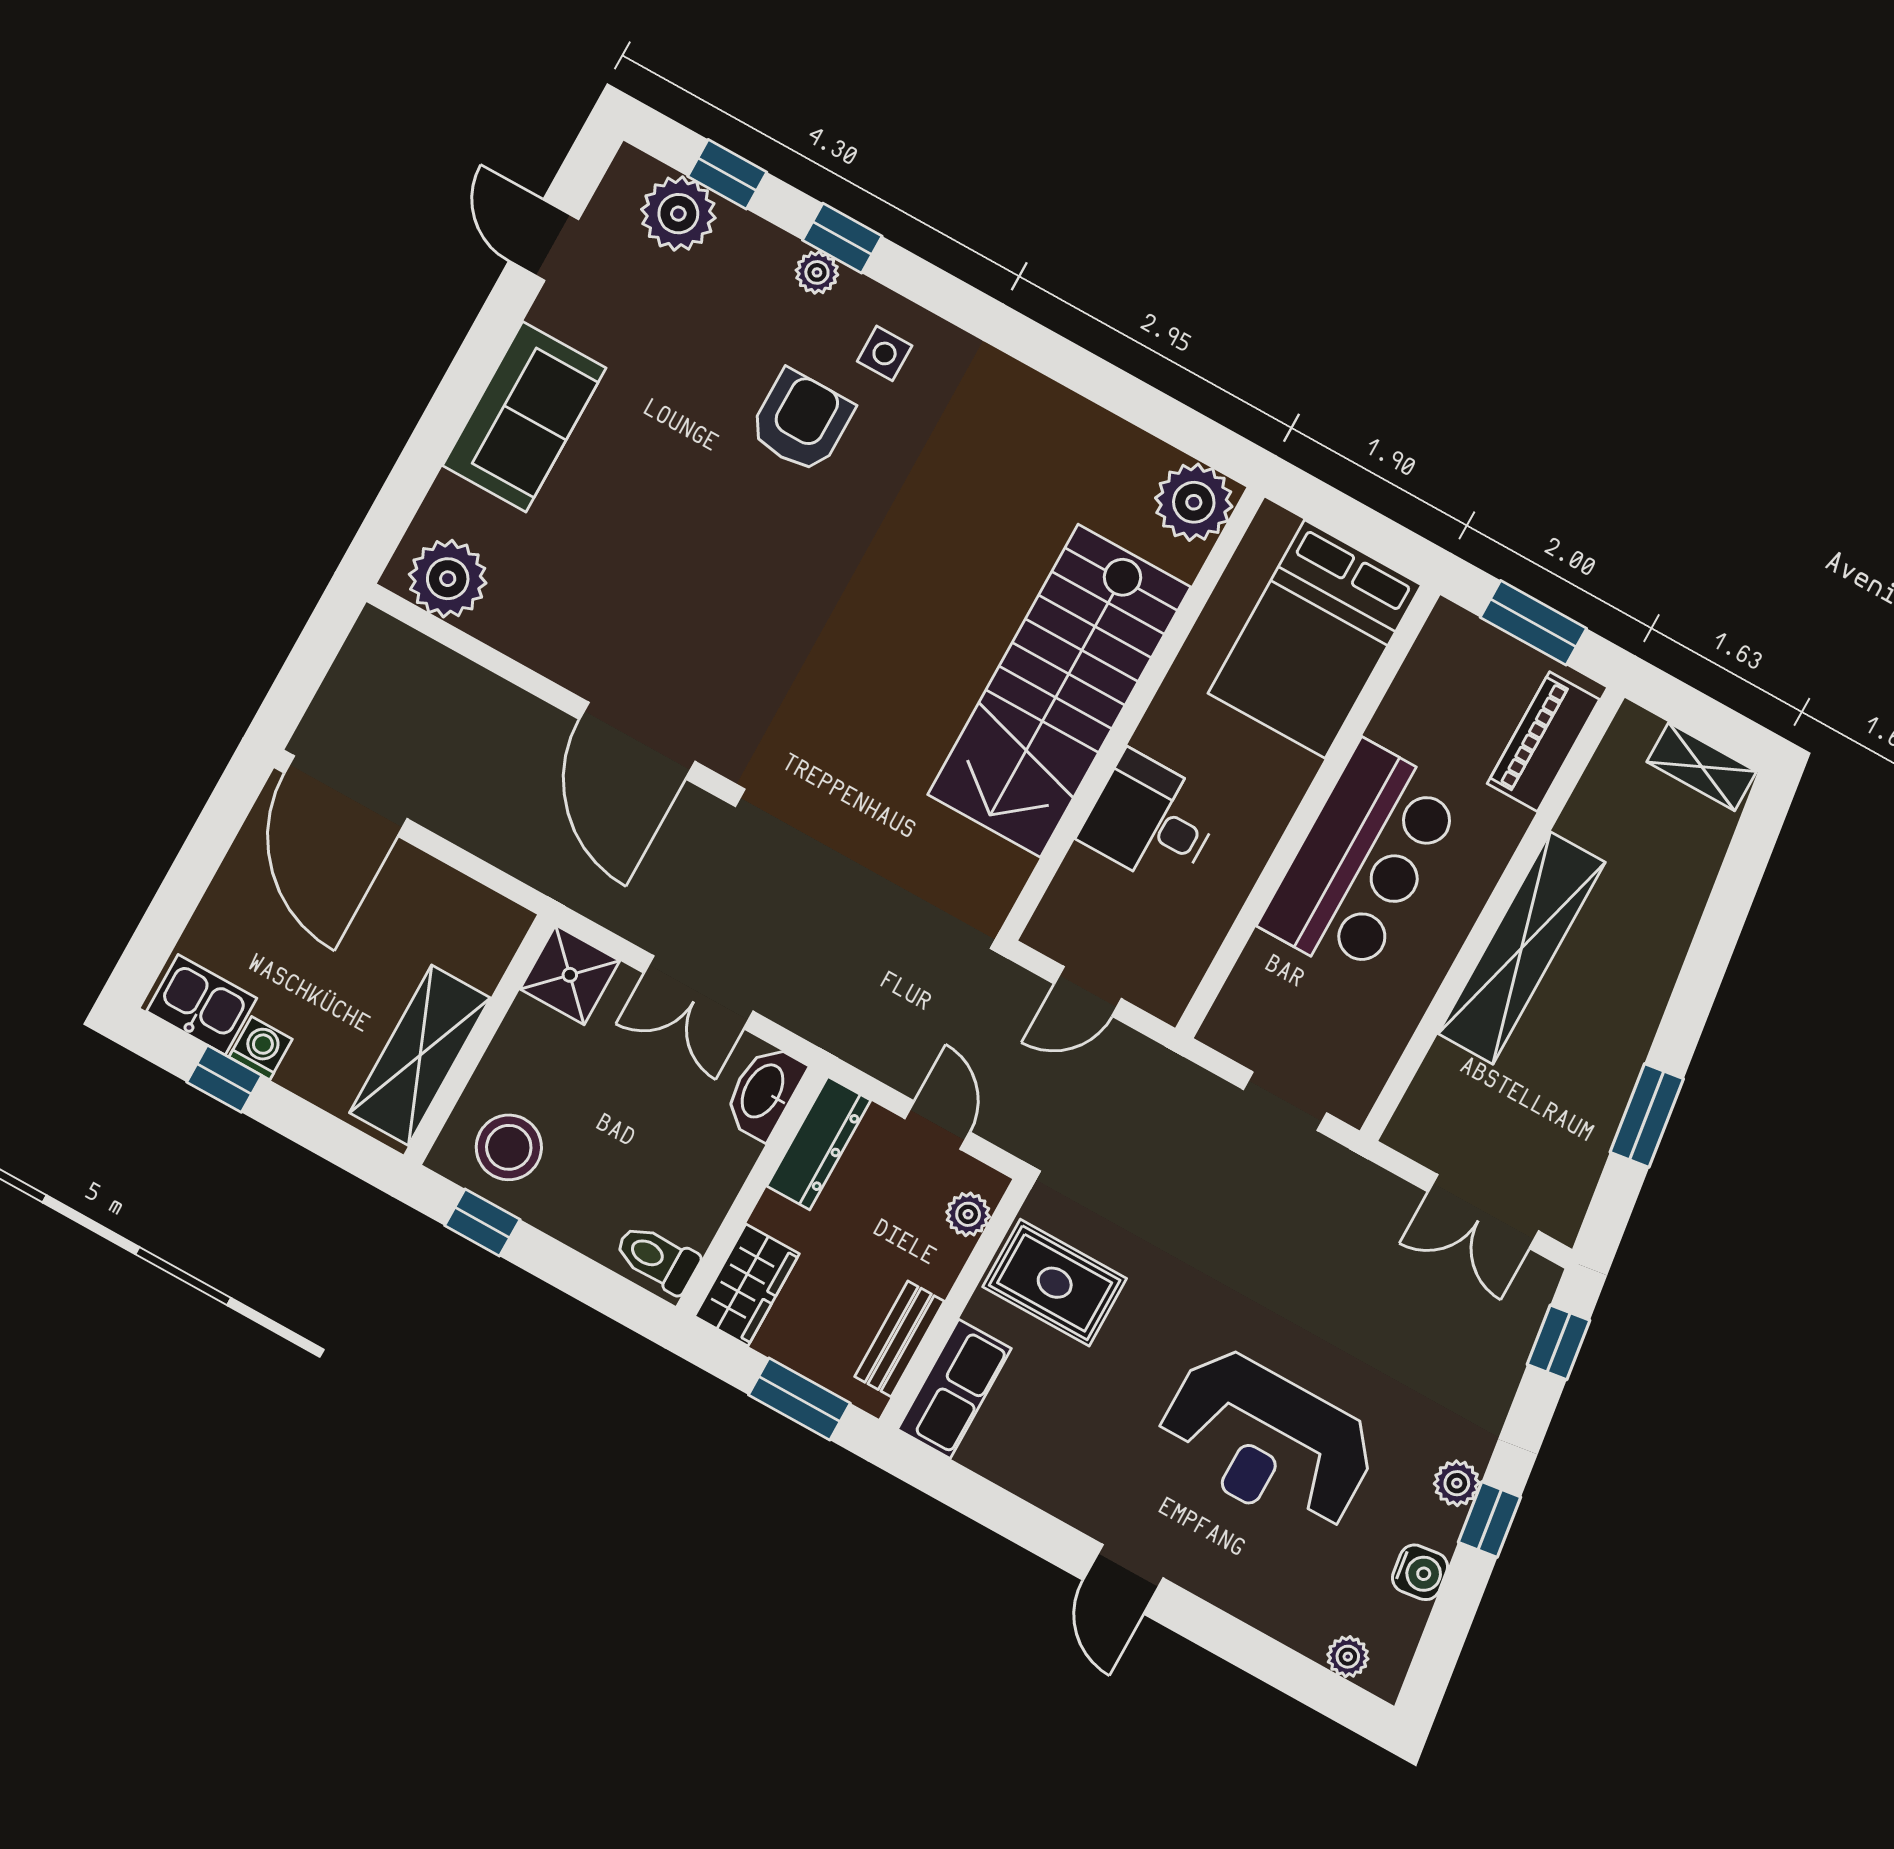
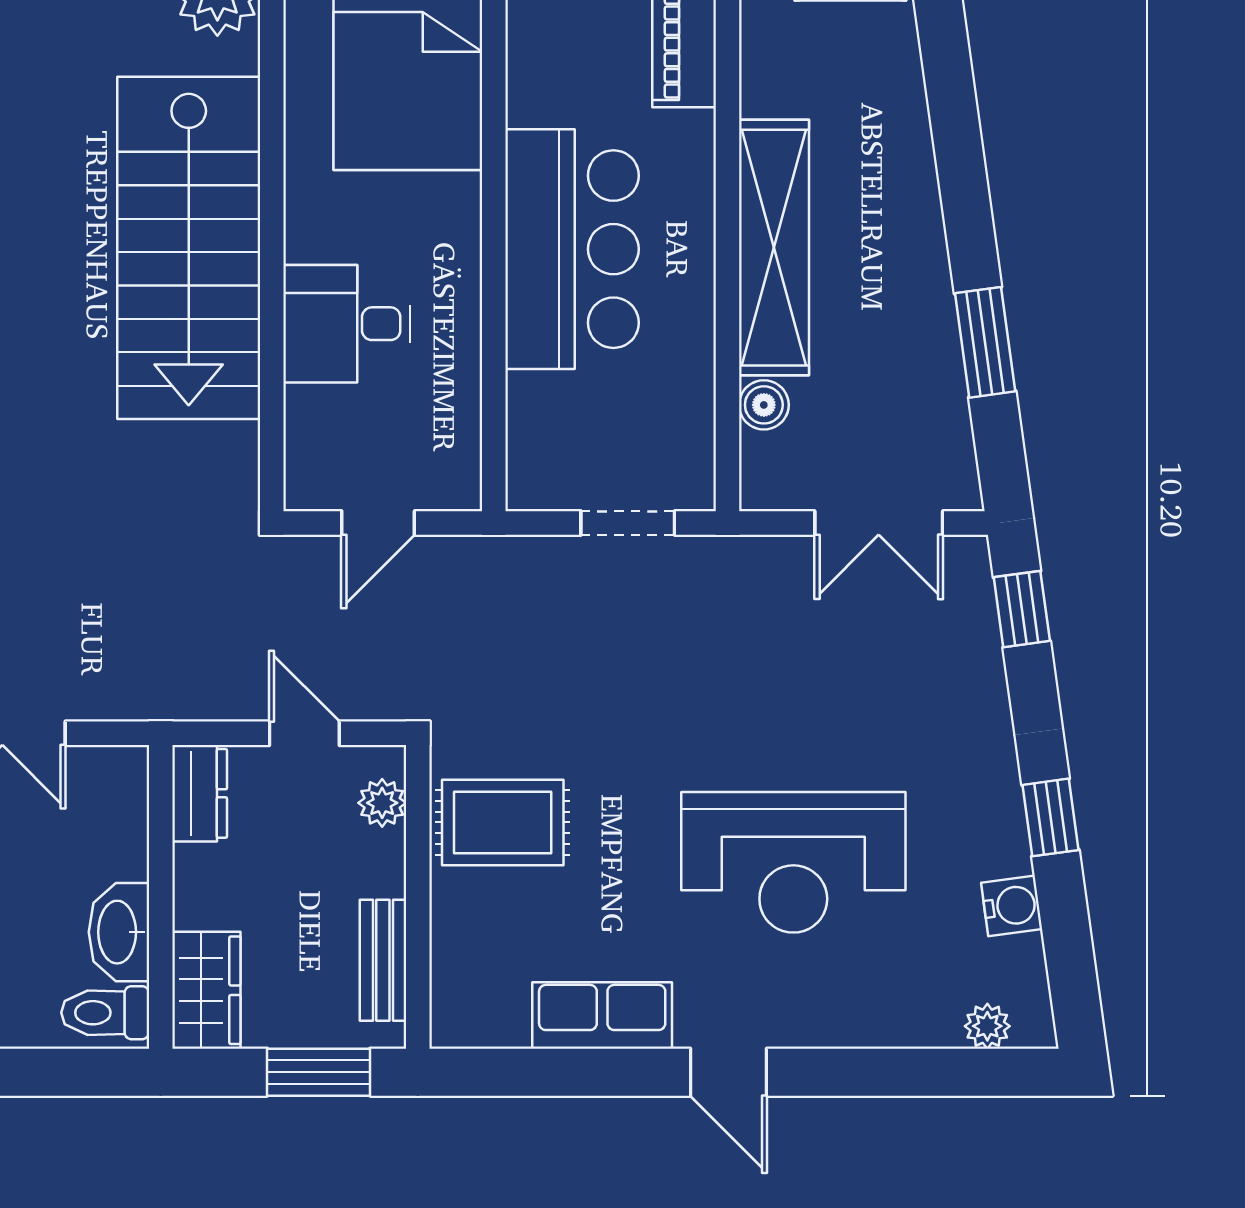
boiler: (1444, 1068) -> (764, 405), added
washbasin: (764, 1092) -> (119, 932), moved
dresser: (819, 1143) -> (200, 793), width x0.70
row of seats: (954, 1389) -> (602, 1015), moved, turned -90
plant: (1457, 1483) -> (999, 800), removed

